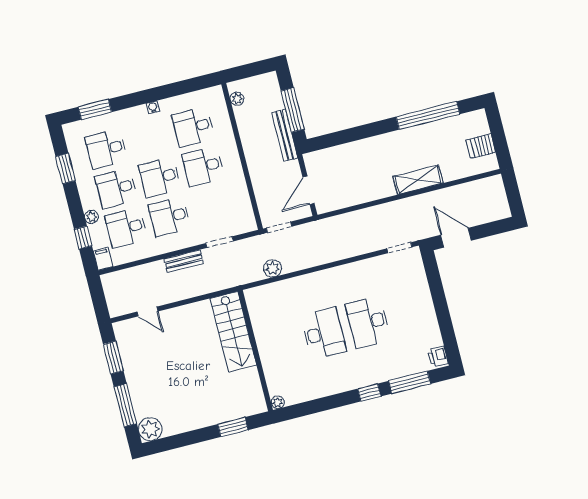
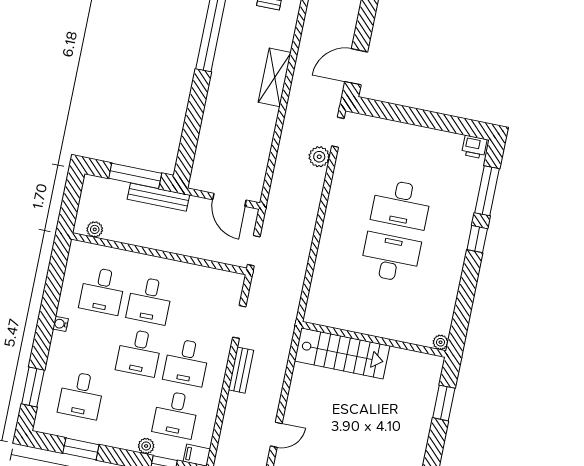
desk: (116, 188) -> (128, 405), removed
plant: (273, 268) -> (319, 157), moved

